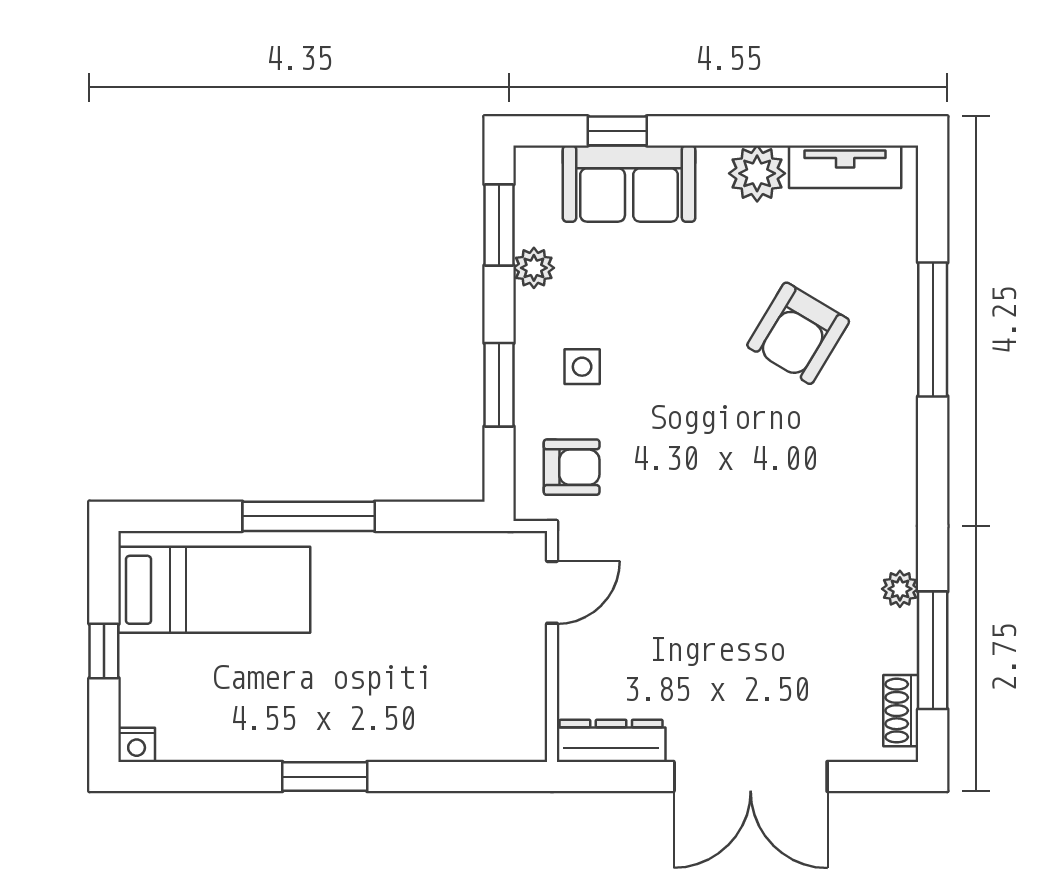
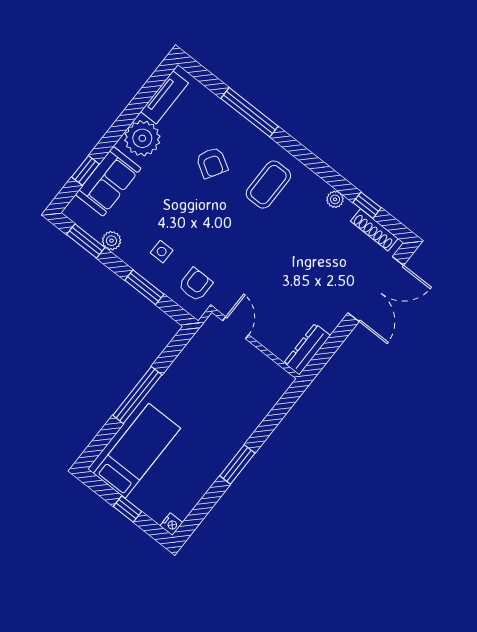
plant: (757, 173) -> (142, 138), width x1.36, depth x1.36
armchair: (798, 333) -> (212, 163), width x0.72, depth x0.72
coffee table: (836, 457) -> (268, 185), added
window: (933, 650) -> (367, 205), width x0.46
shoe rack: (901, 711) -> (374, 230), width x1.43
double door: (751, 777) -> (376, 289), moved

